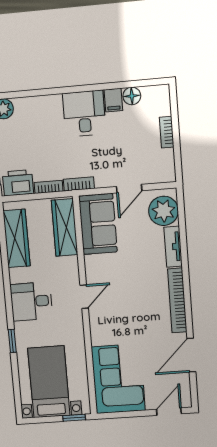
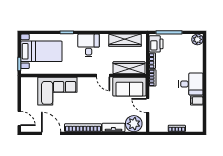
floor lamp: (132, 96) -> (198, 111), removed
door: (84, 297) -> (103, 76), moved
corner sofa: (118, 379) -> (57, 91), moved

